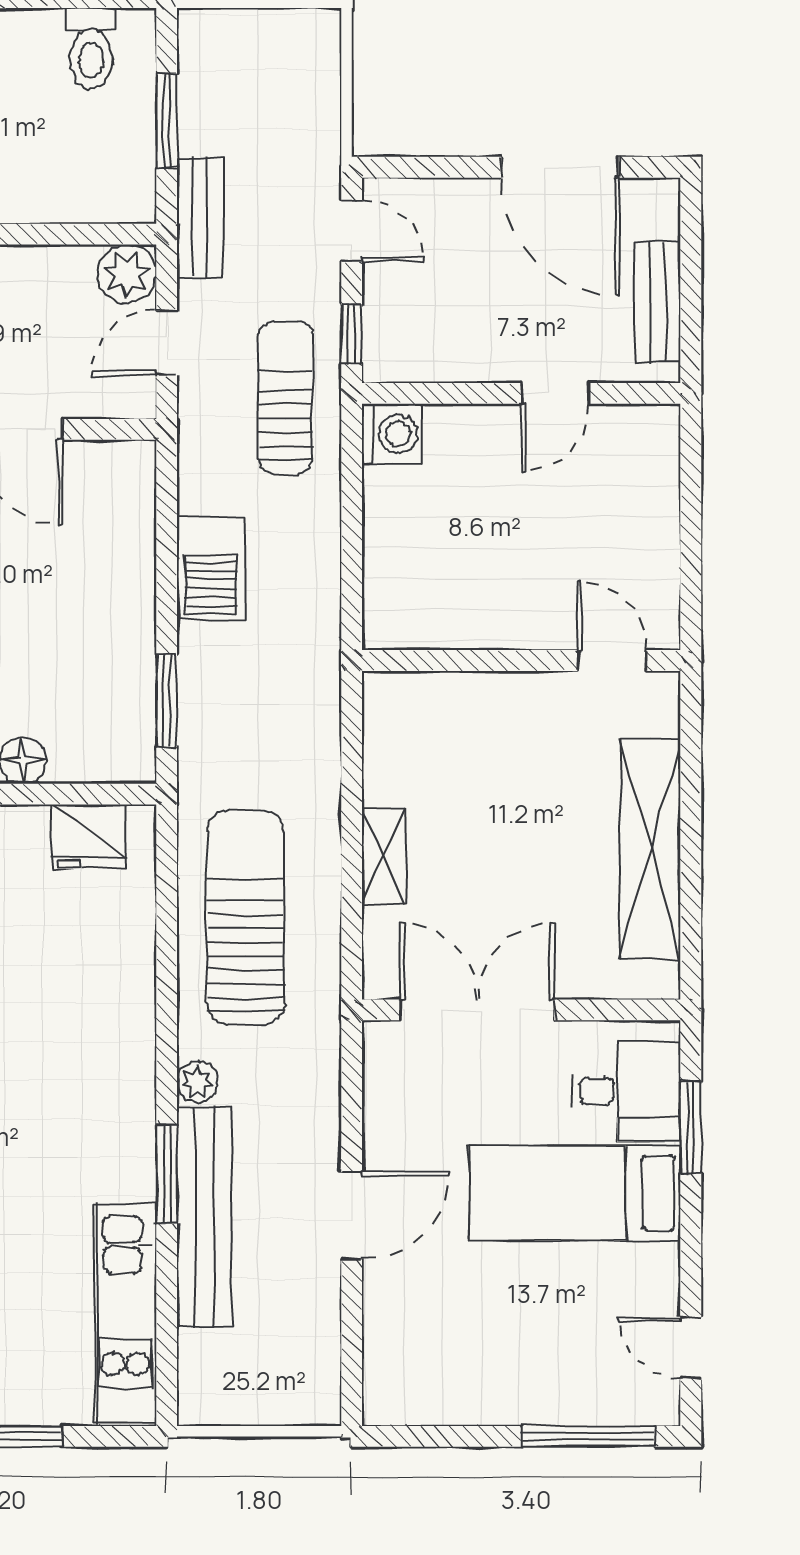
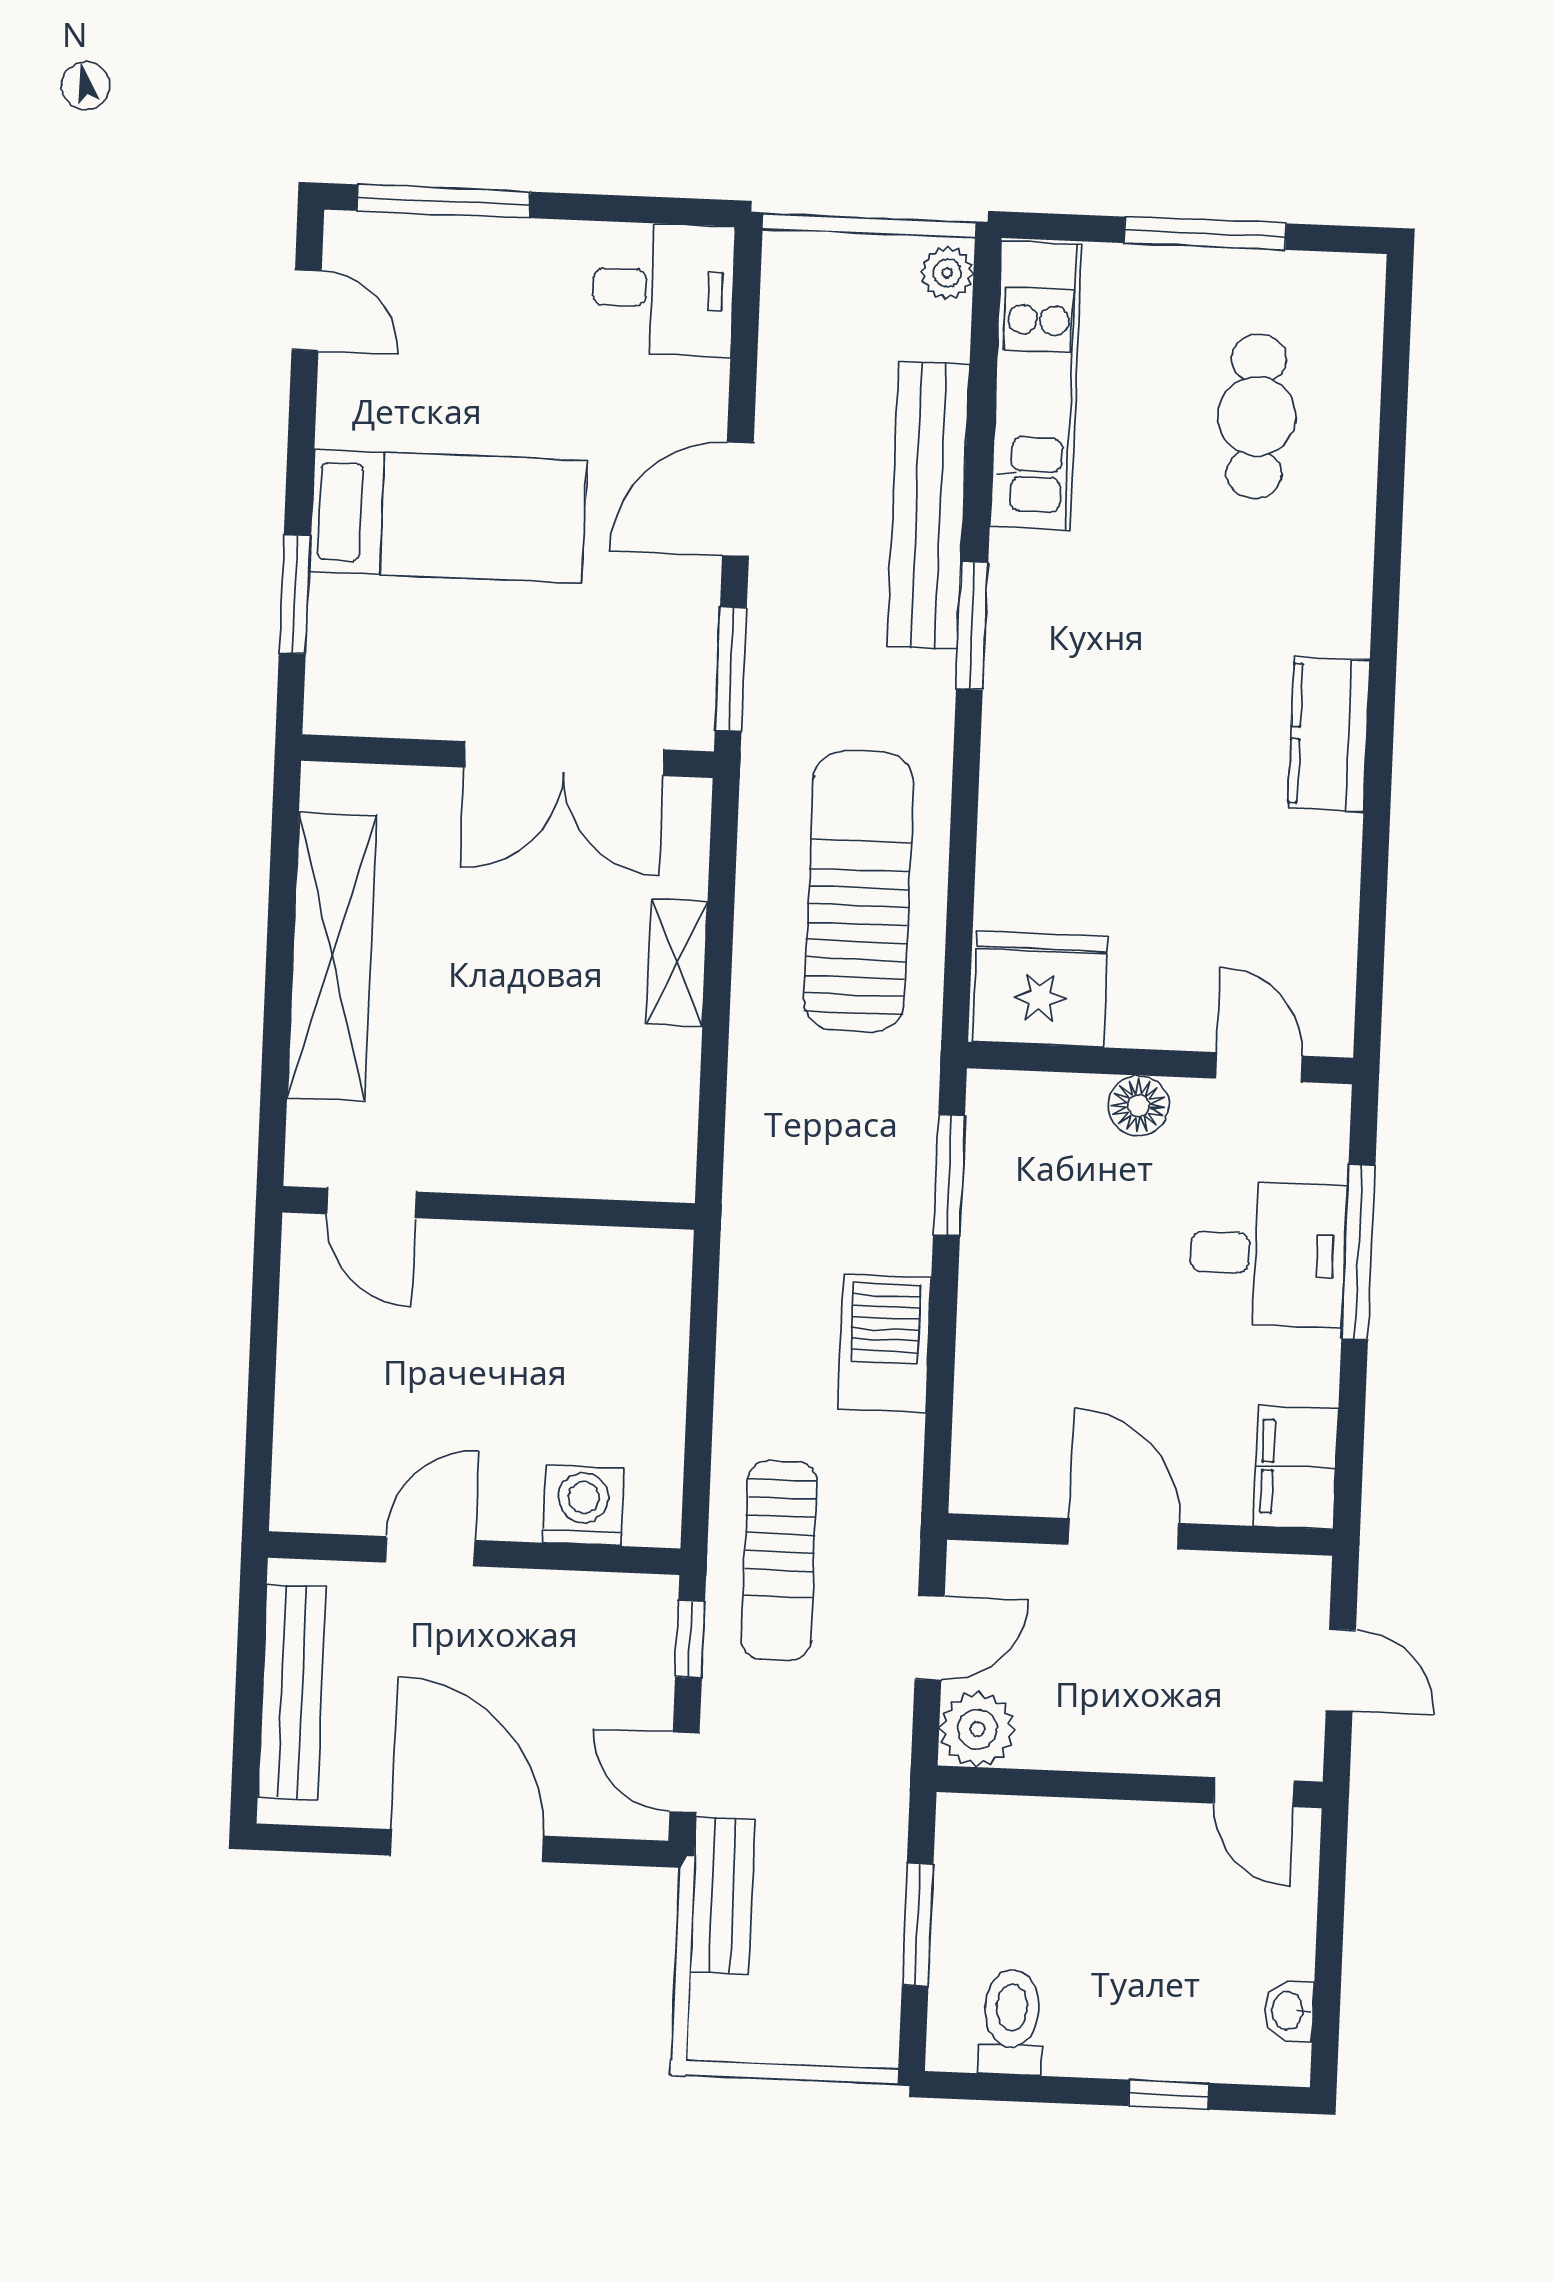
door: (560, 167) -> (467, 1846), moved
bench: (200, 217) -> (722, 1896), moved
bench: (657, 302) -> (292, 1692), width x1.36
washing machine: (392, 434) -> (583, 1505), moved, turned 90
fridge: (89, 836) -> (1040, 989), width x1.36, depth x1.34
sun lounger: (246, 917) -> (859, 891), turned 180
plant: (197, 1082) -> (947, 273), moved
window: (352, 1085) -> (731, 669), added
desk: (626, 1091) -> (663, 289), moved, turned 180
window: (167, 1174) -> (972, 626), moved

